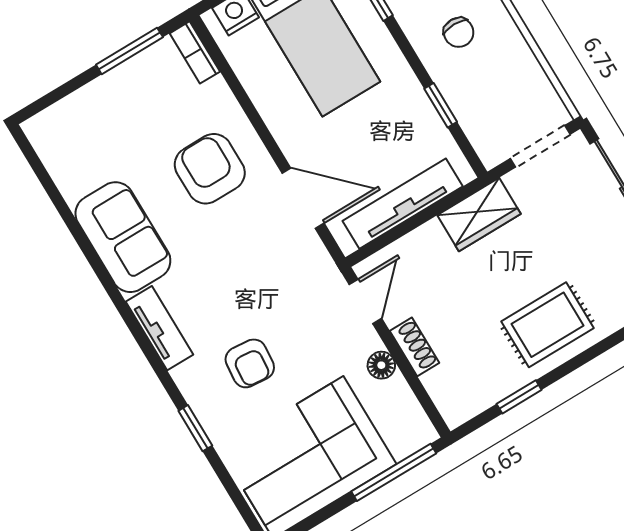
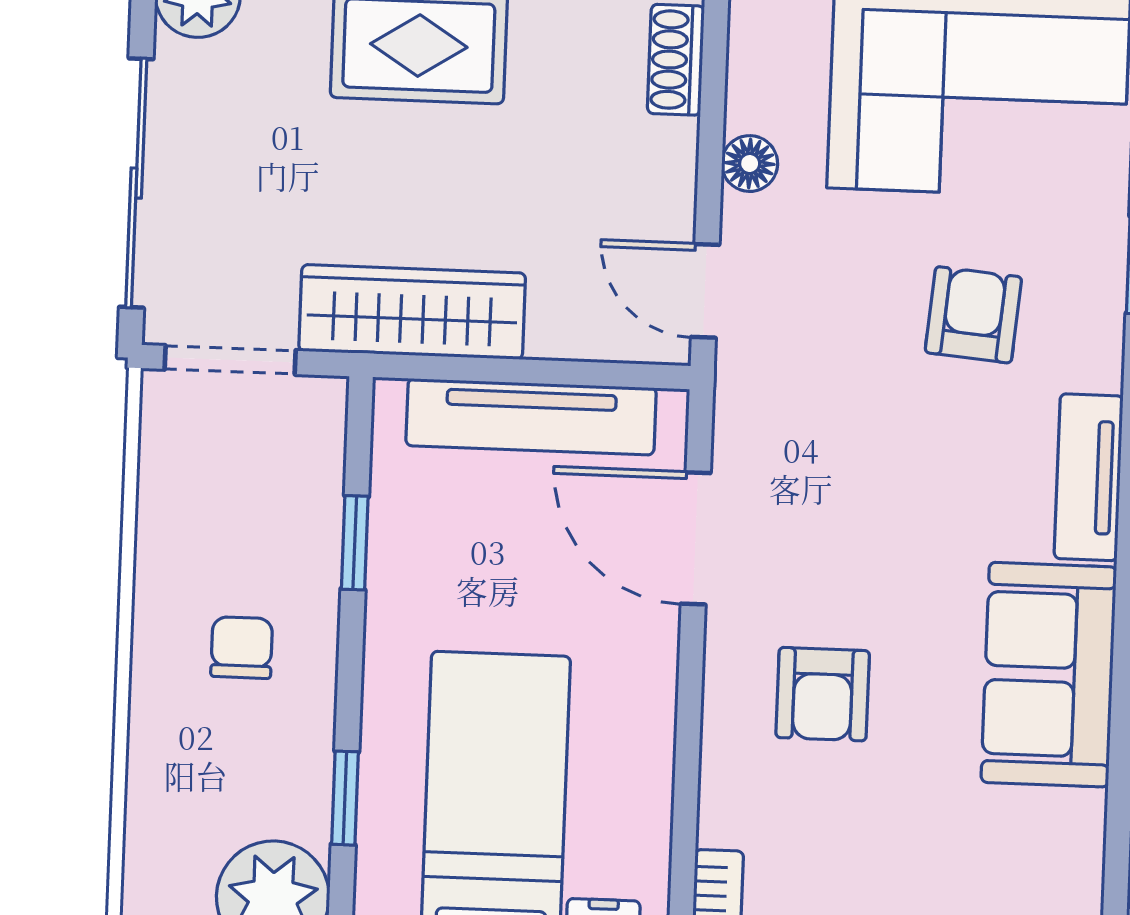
armchair: (210, 169) -> (823, 694), width x0.72, depth x0.72
wardrobe: (479, 215) -> (412, 312), width x1.50
door: (365, 301) -> (705, 291), hinge flipped
shoe rack: (414, 347) -> (676, 60), moved

